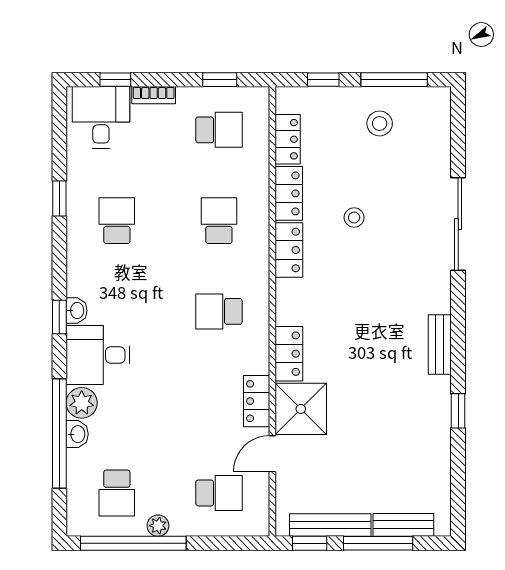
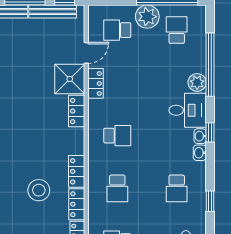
stool: (354, 218) -> (39, 190), width x1.89, depth x1.89
washbasin: (77, 434) -> (200, 153), moved
plant: (158, 526) -> (147, 17), width x1.87, depth x1.87

